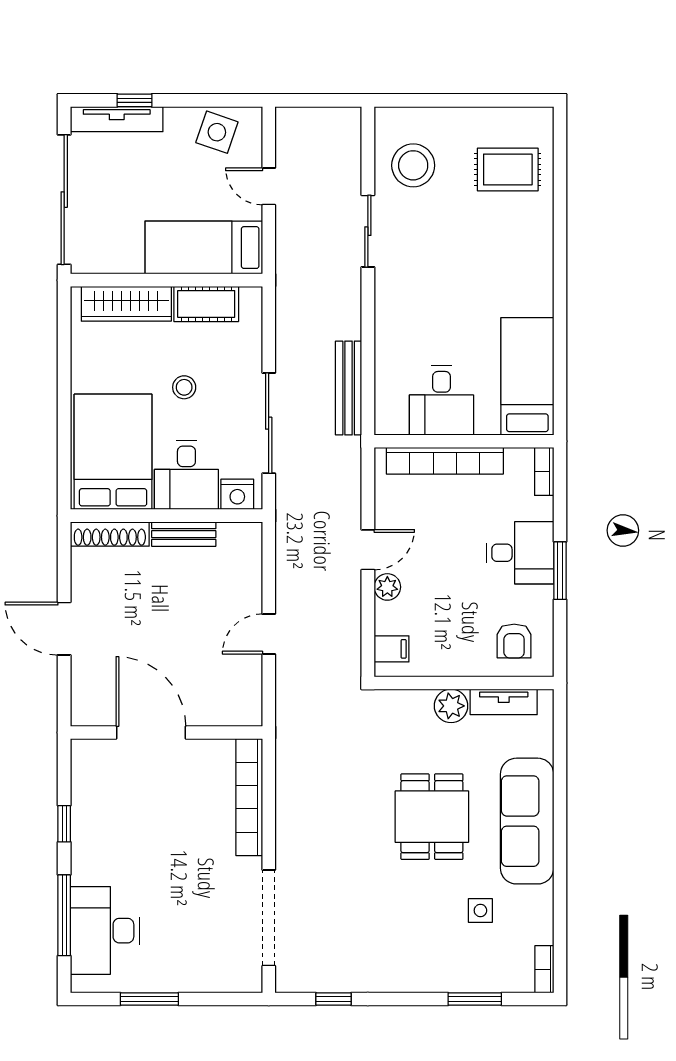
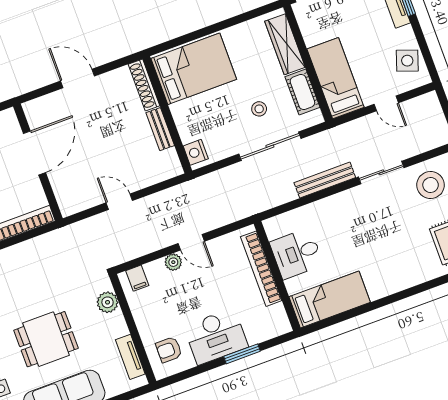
door: (269, 186) -> (386, 103), swing flipped
stool: (184, 387) -> (259, 109), moved
bench: (349, 388) -> (325, 180), moved
sliding door: (269, 423) -> (270, 146), moved
bookcase: (544, 471) -> (277, 330), removed
desk: (186, 475) -> (196, 118), removed
desk: (520, 553) -> (216, 336), width x1.37
window: (560, 571) -> (242, 354), moved
door: (64, 629) -> (77, 79), hinge flipped
plant: (451, 706) -> (108, 302), moved

